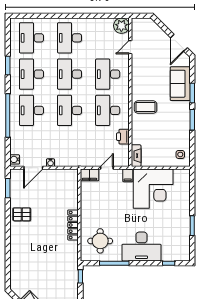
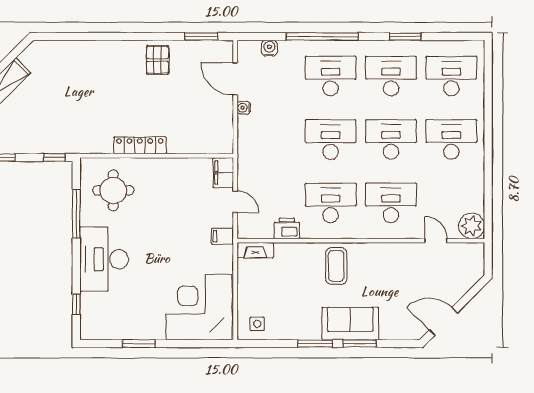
sofa: (180, 84) -> (350, 324), moved
water cooler: (15, 159) -> (269, 48), moved
corner desk: (153, 189) -> (199, 307), moved, turned 90

